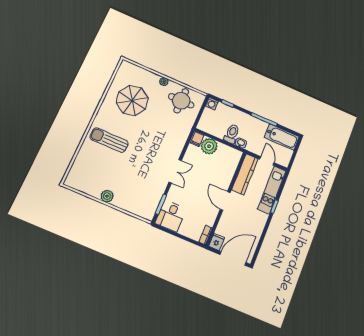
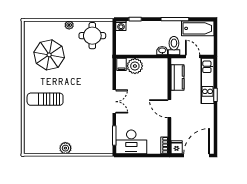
toilet: (232, 134) -> (174, 46), moved
kitchen counter: (245, 174) -> (177, 77), width x0.67
desk: (171, 216) -> (131, 142), width x1.37

